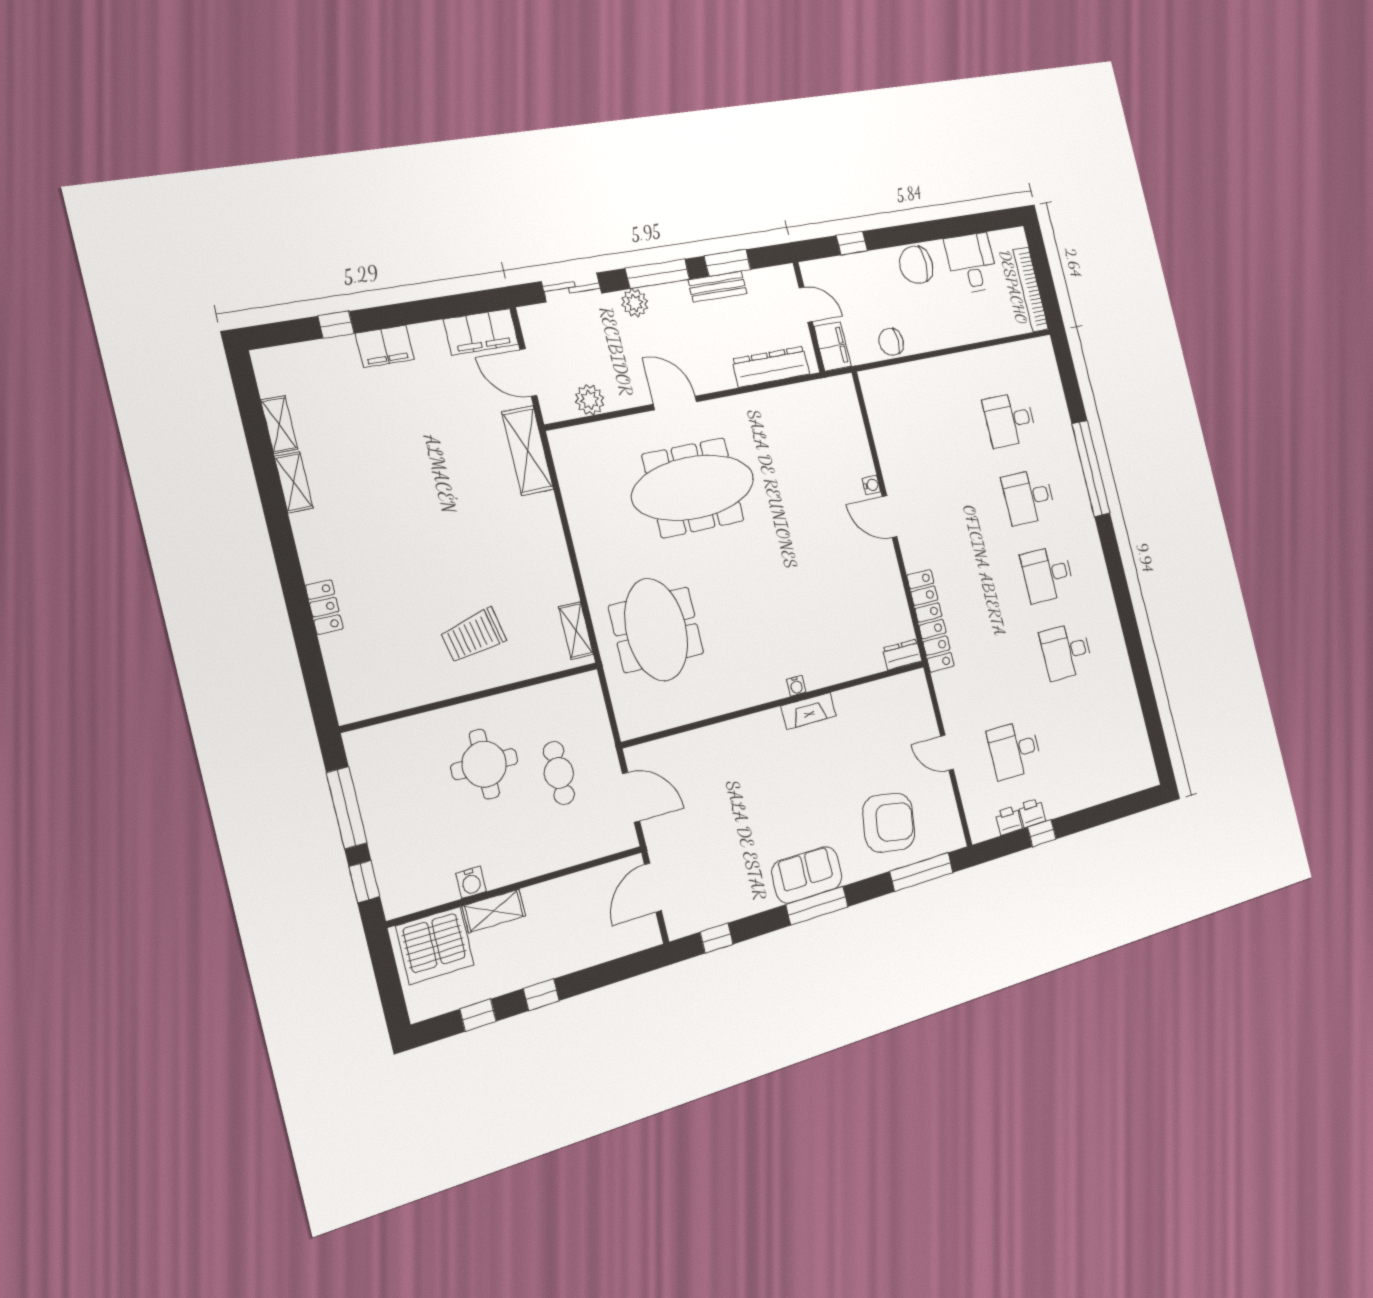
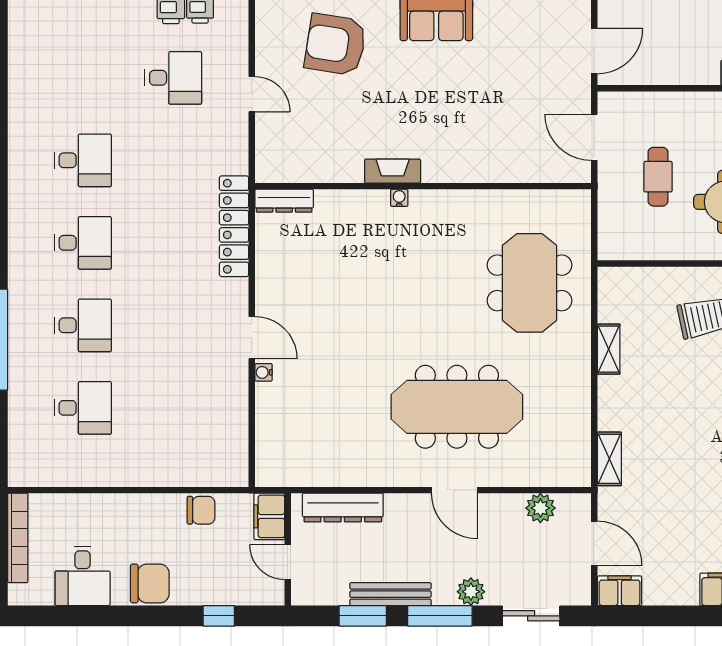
bench: (718, 287) -> (391, 594), width x1.36
filing cabinet: (481, 332) -> (620, 591), width x0.67, depth x0.86
shelving: (528, 450) -> (609, 459), width x0.67, depth x0.75
shelving: (576, 631) -> (609, 349), moved
dresser: (902, 655) -> (284, 201), width x1.44

